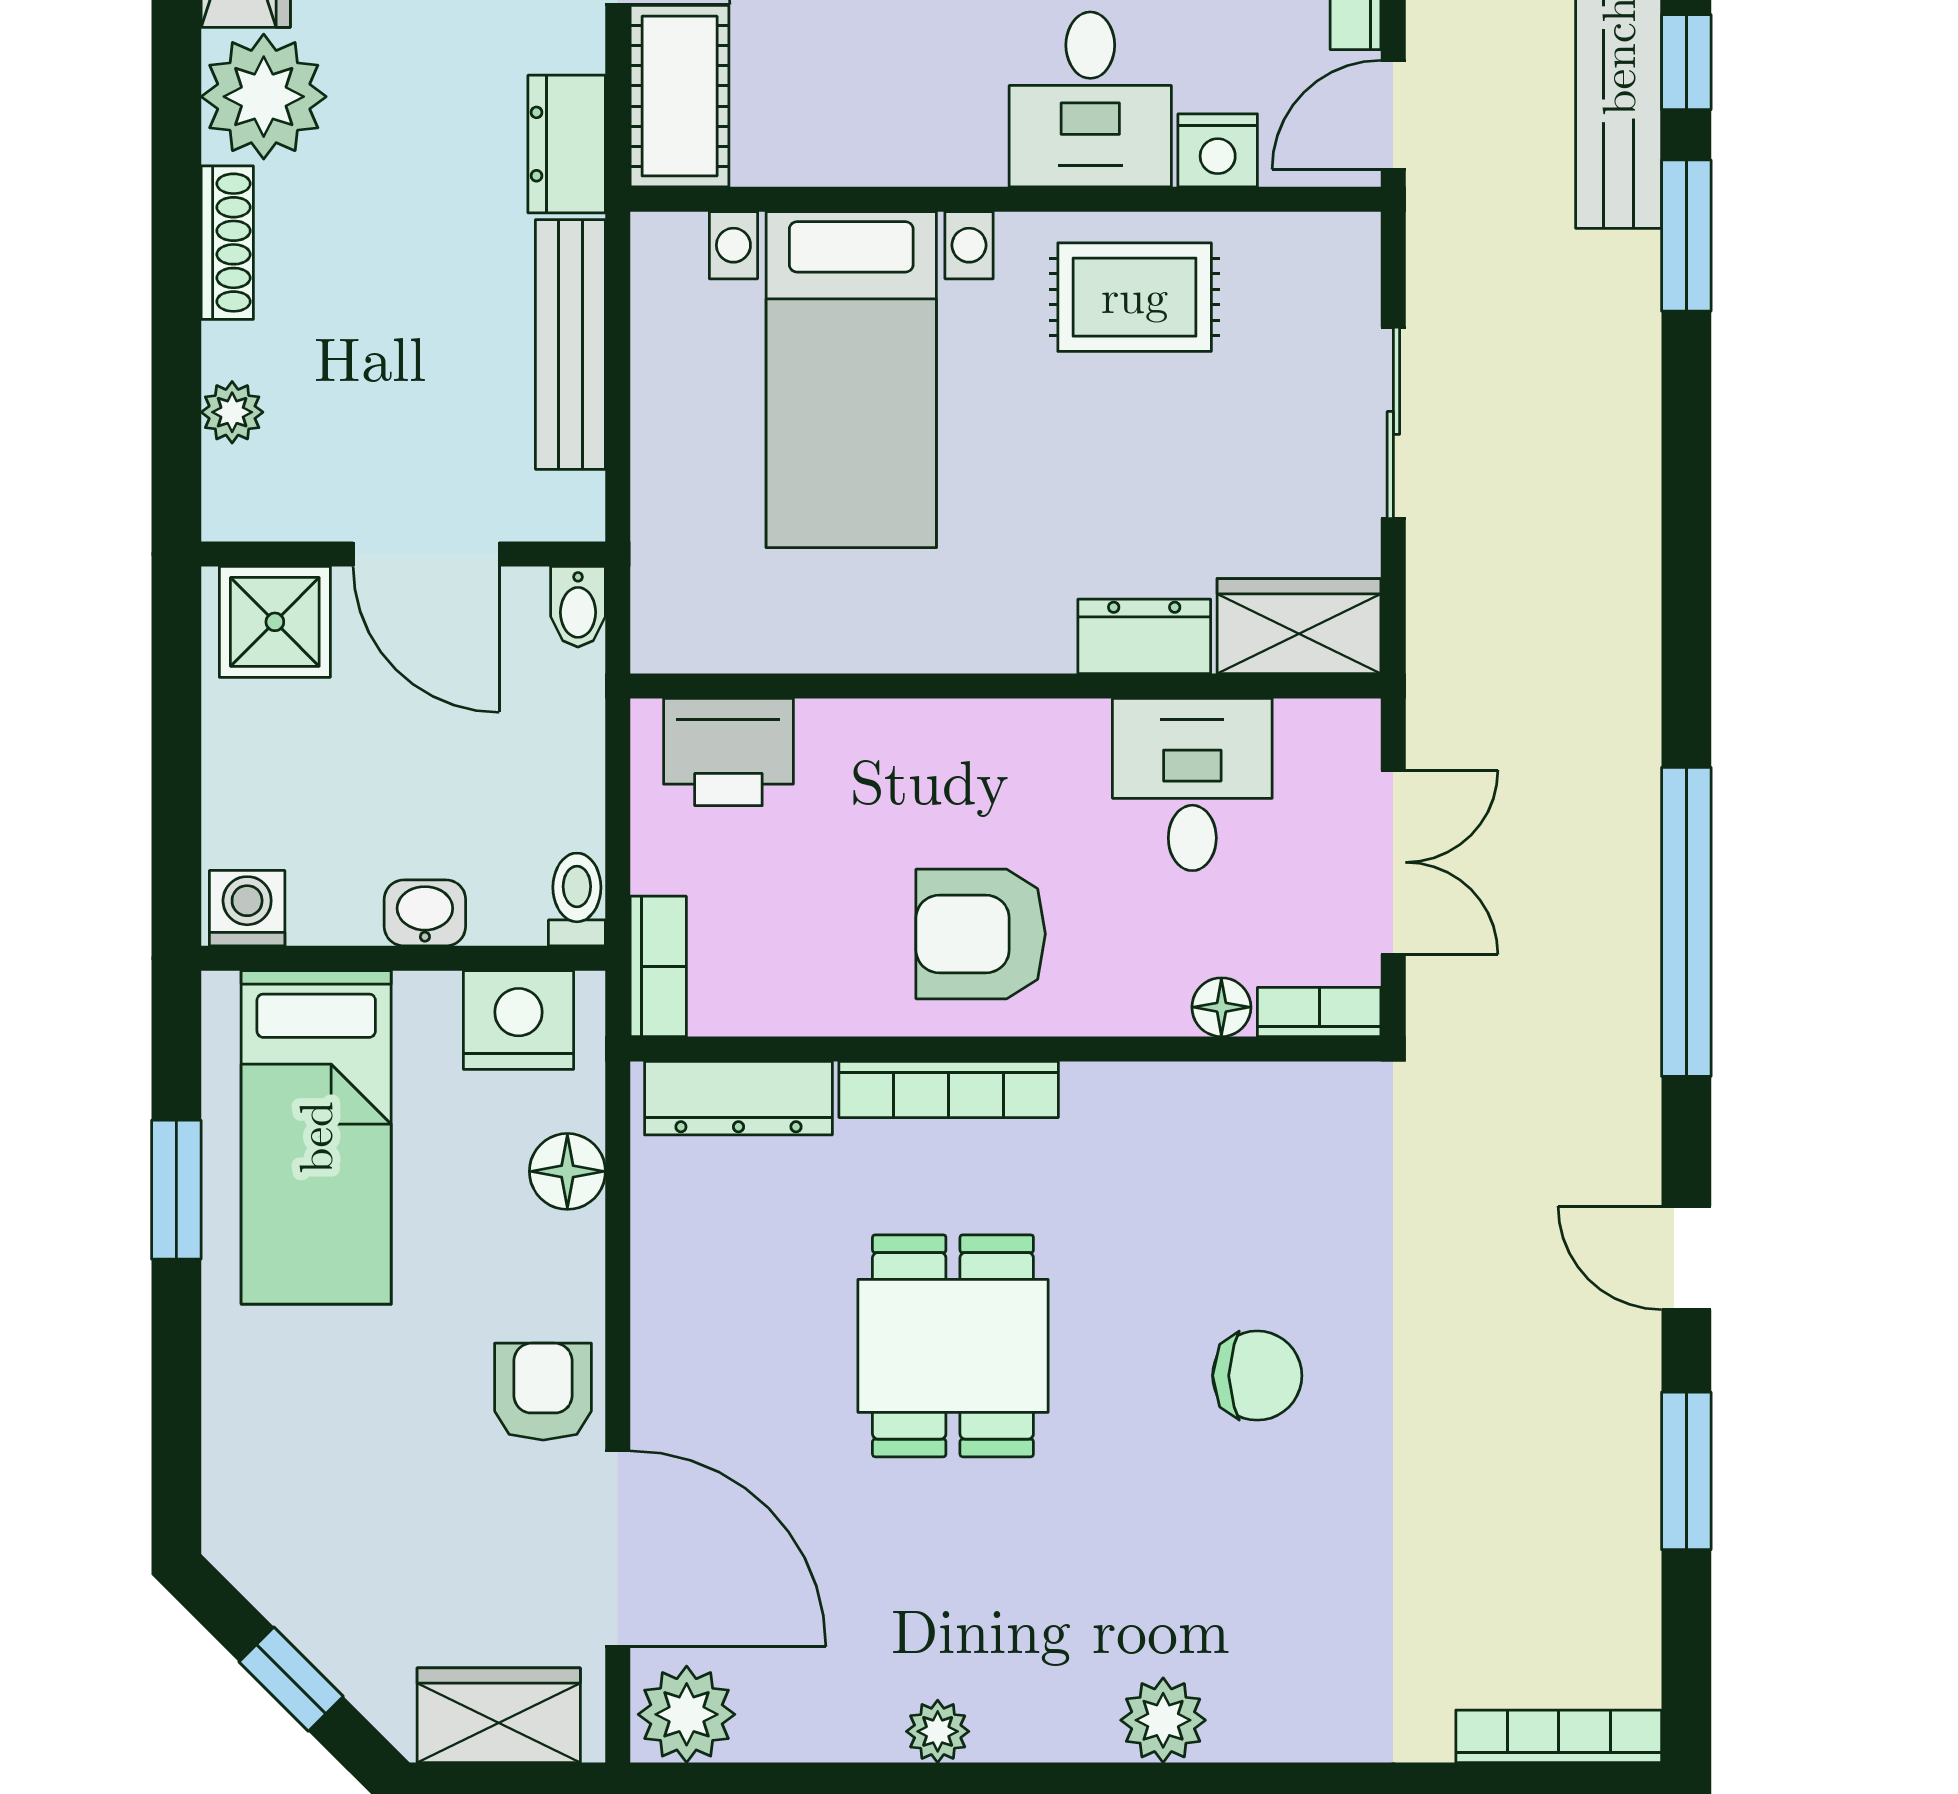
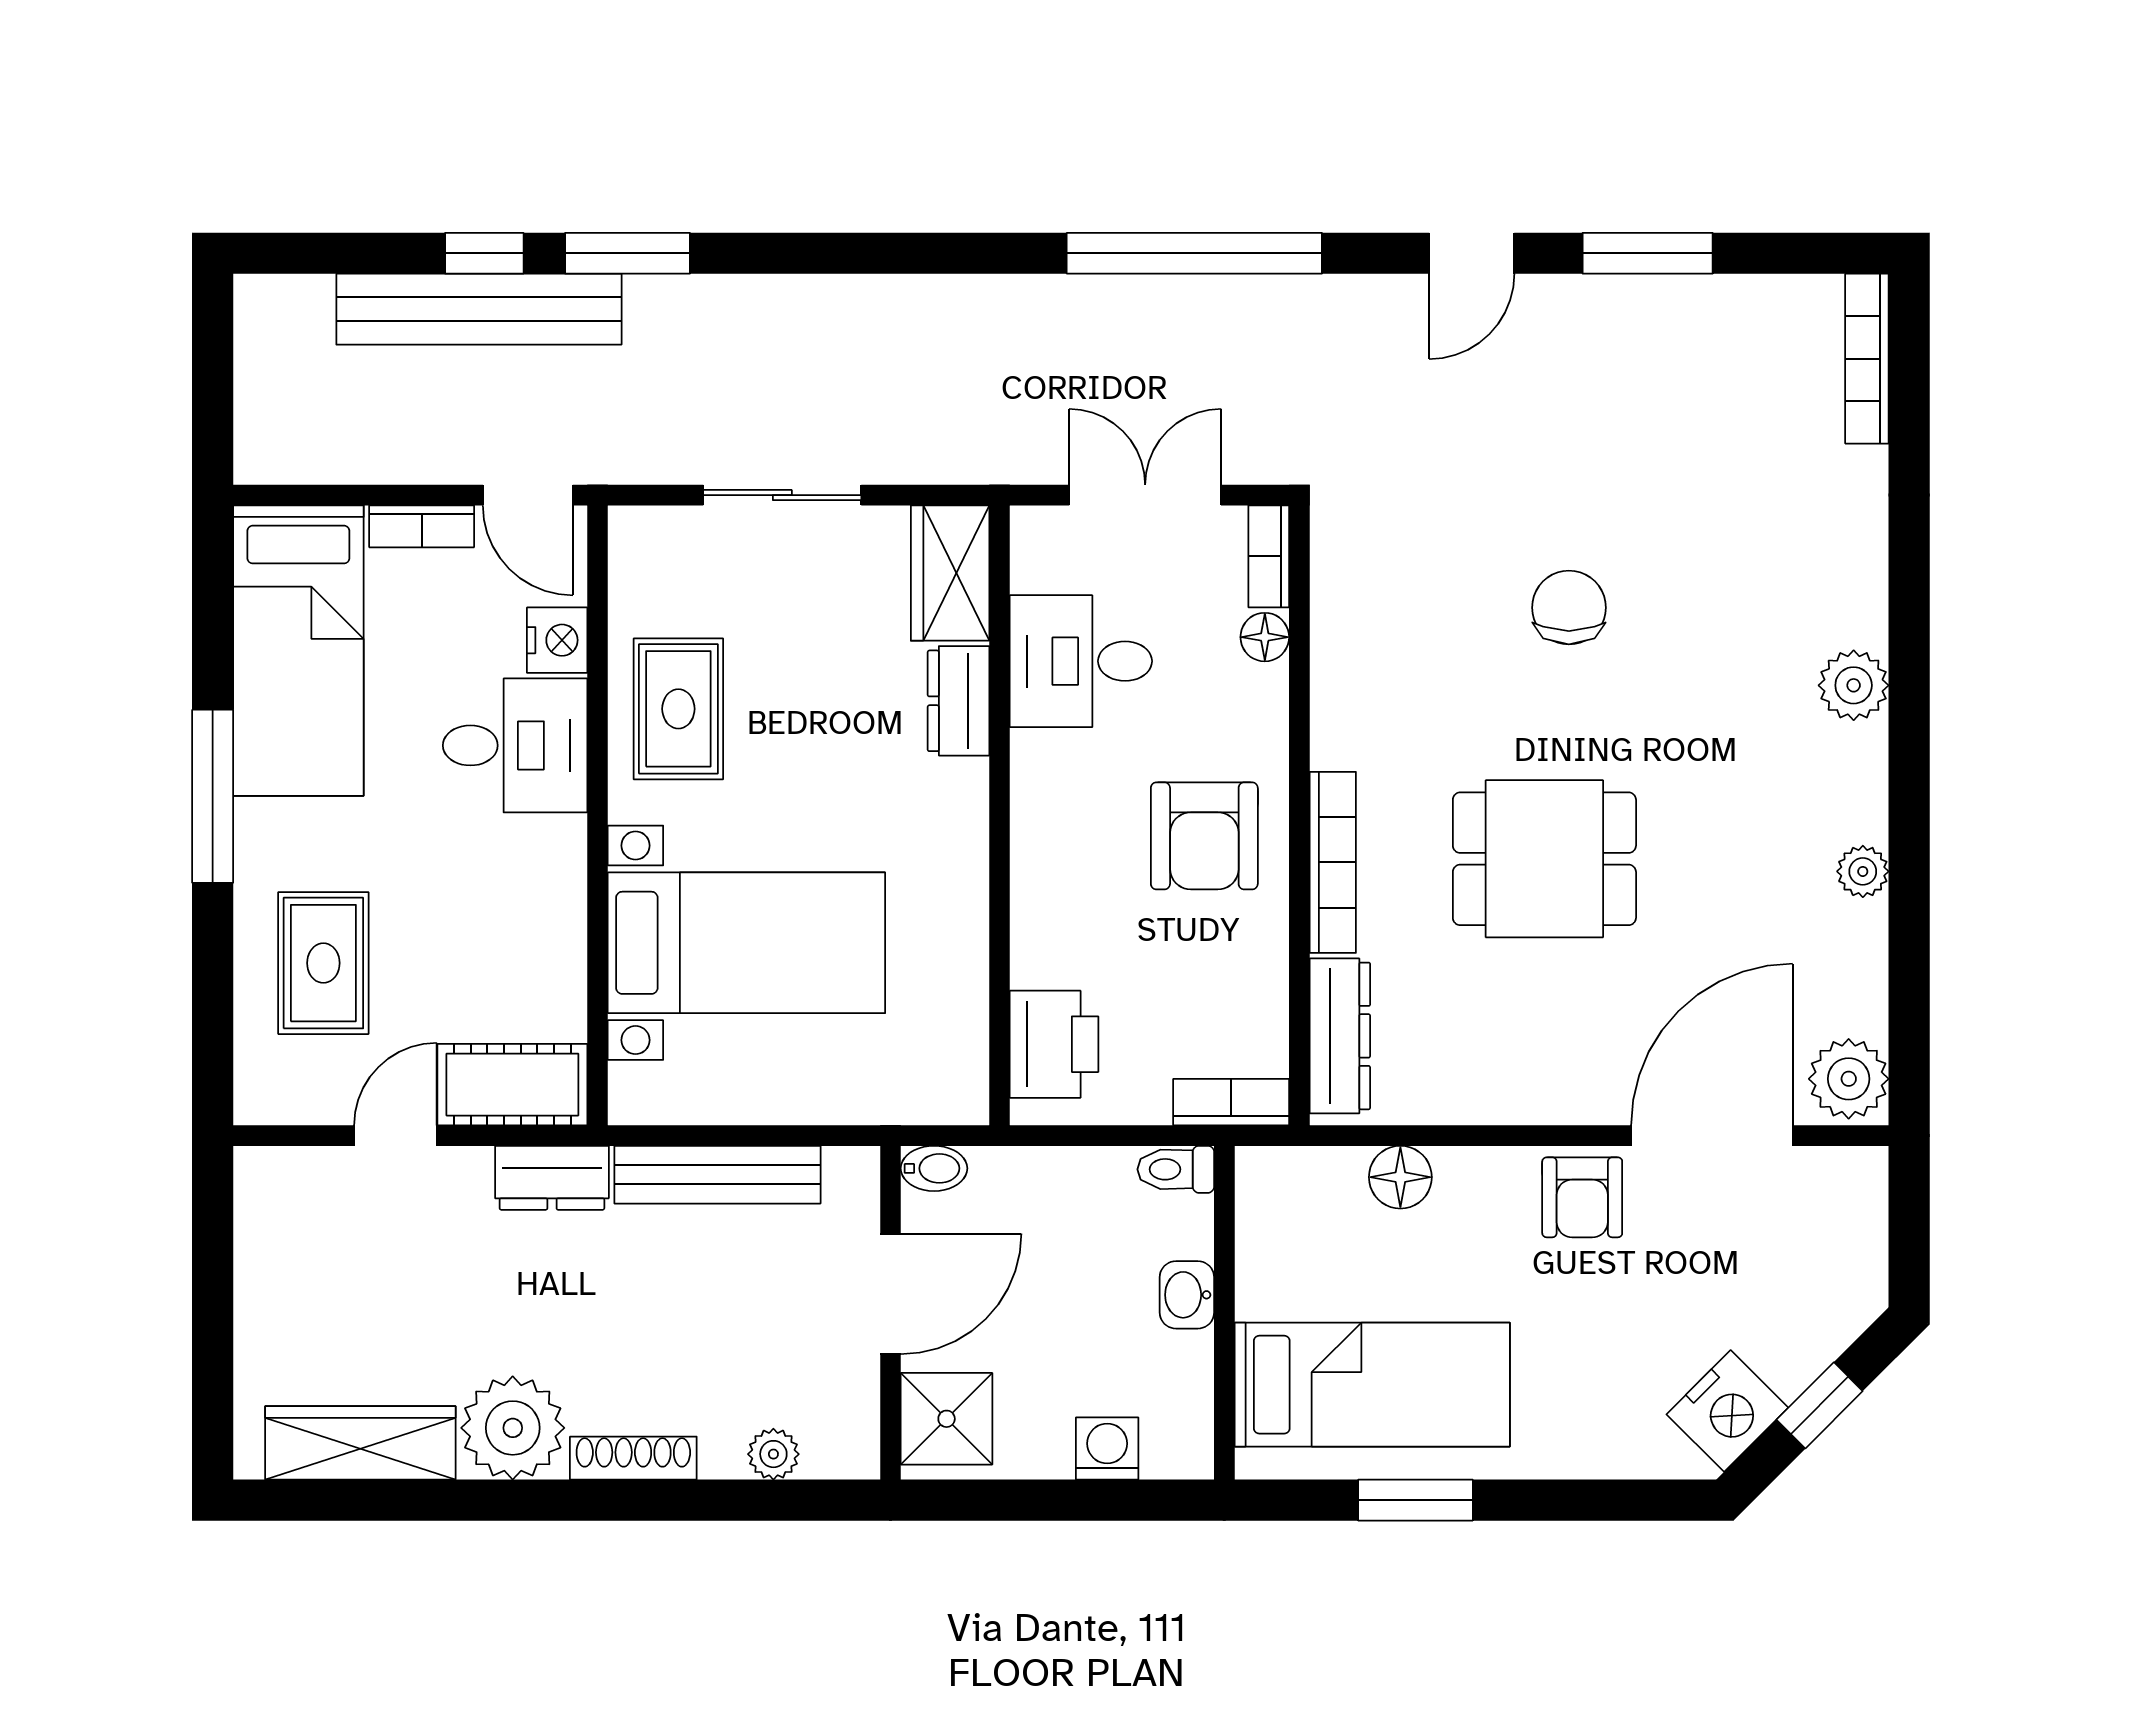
washing machine: (247, 908) -> (1107, 1448), moved, turned 90
nightstand: (518, 1020) -> (1727, 1411), moved, turned -135
armchair: (543, 1392) -> (1582, 1197), turned -90
wardrobe: (499, 1715) -> (1850, 1234), removed

